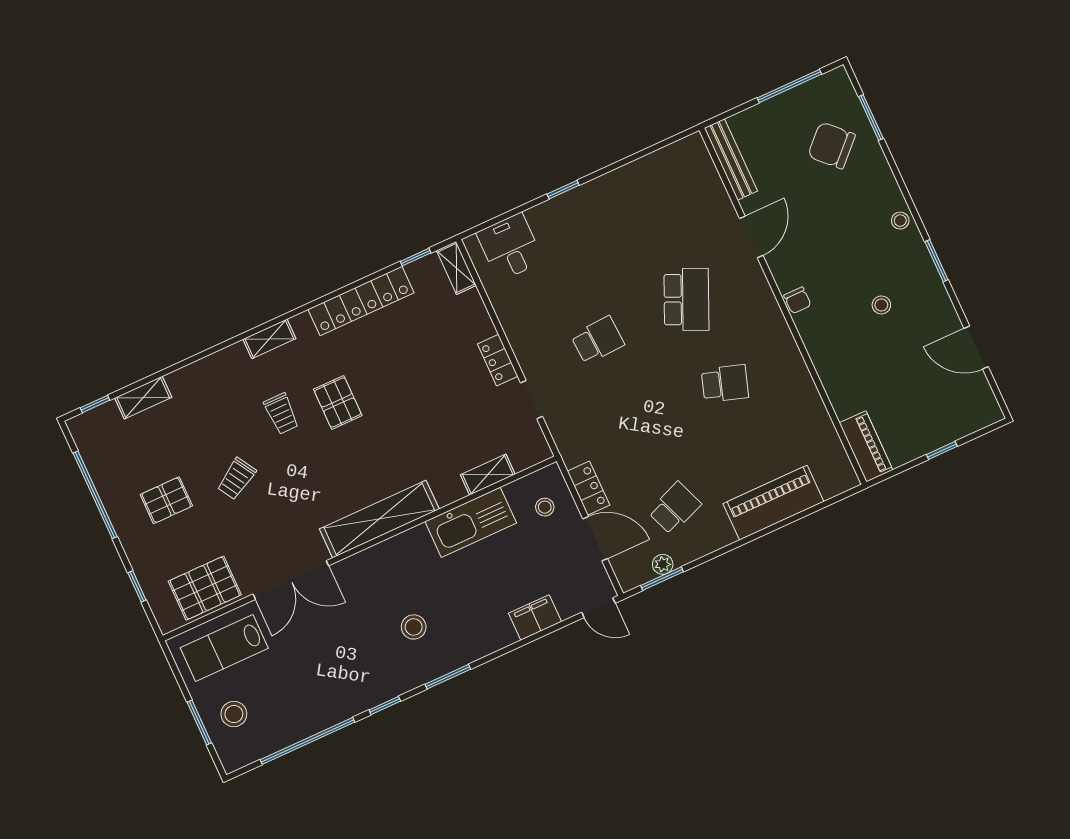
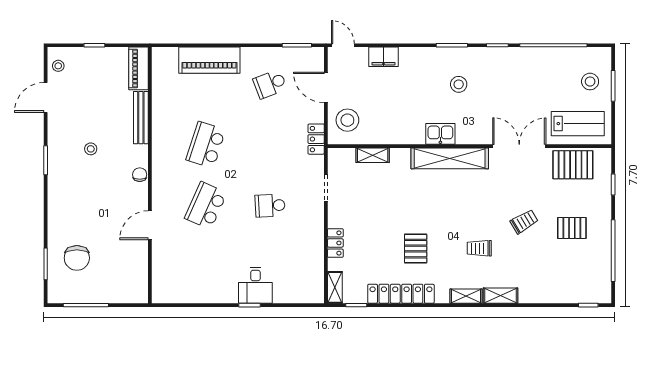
chair: (832, 145) -> (77, 258), turned 45
bench: (731, 159) -> (141, 118), moved
stool: (900, 221) -> (58, 66), moved
desk: (510, 247) -> (255, 285), moved
door: (976, 348) -> (46, 97), swing flipped
locker: (498, 360) -> (335, 243), moved
school desk: (725, 383) -> (206, 145), width x1.85
shelving: (143, 398) -> (501, 296), moved
pallet: (338, 402) -> (416, 249), moved
trolley: (281, 414) -> (479, 248), turned -90
locker: (588, 488) -> (316, 139), moved
stool: (545, 507) -> (347, 120), width x1.89, depth x1.89
kitchen sink: (471, 522) -> (440, 134), moved, width x0.53, depth x0.81
plant: (663, 564) -> (293, 54), removed

